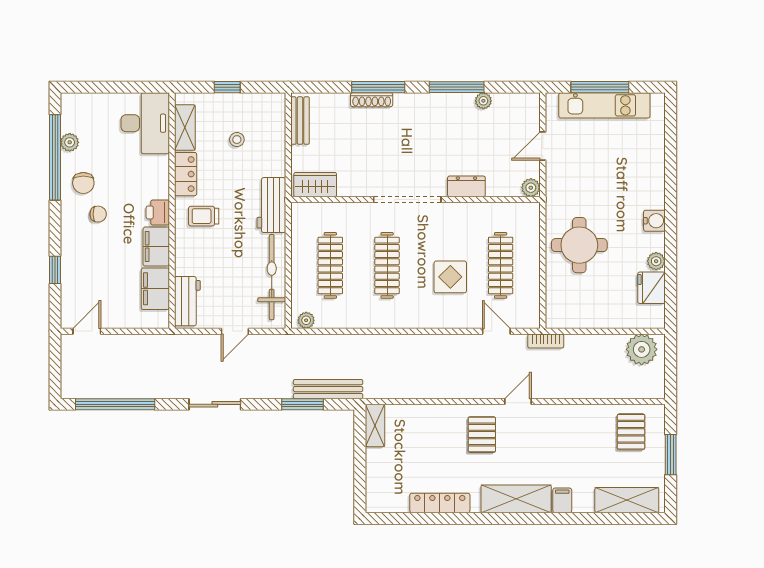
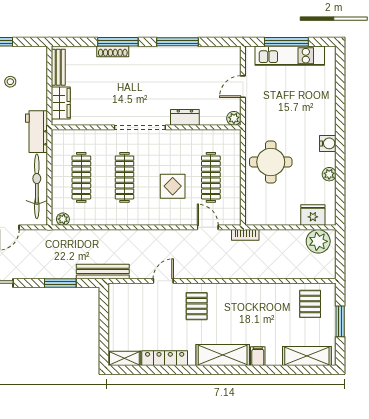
plant: (483, 101) -> (198, 52), removed
wardrobe: (315, 185) -> (61, 103), moved, turned 90
fridge: (651, 288) -> (313, 215), moved, turned 90
bench: (328, 389) -> (103, 272), moved
door: (518, 401) -> (163, 281), moved
shelving: (375, 425) -> (124, 358), moved, turned 90

